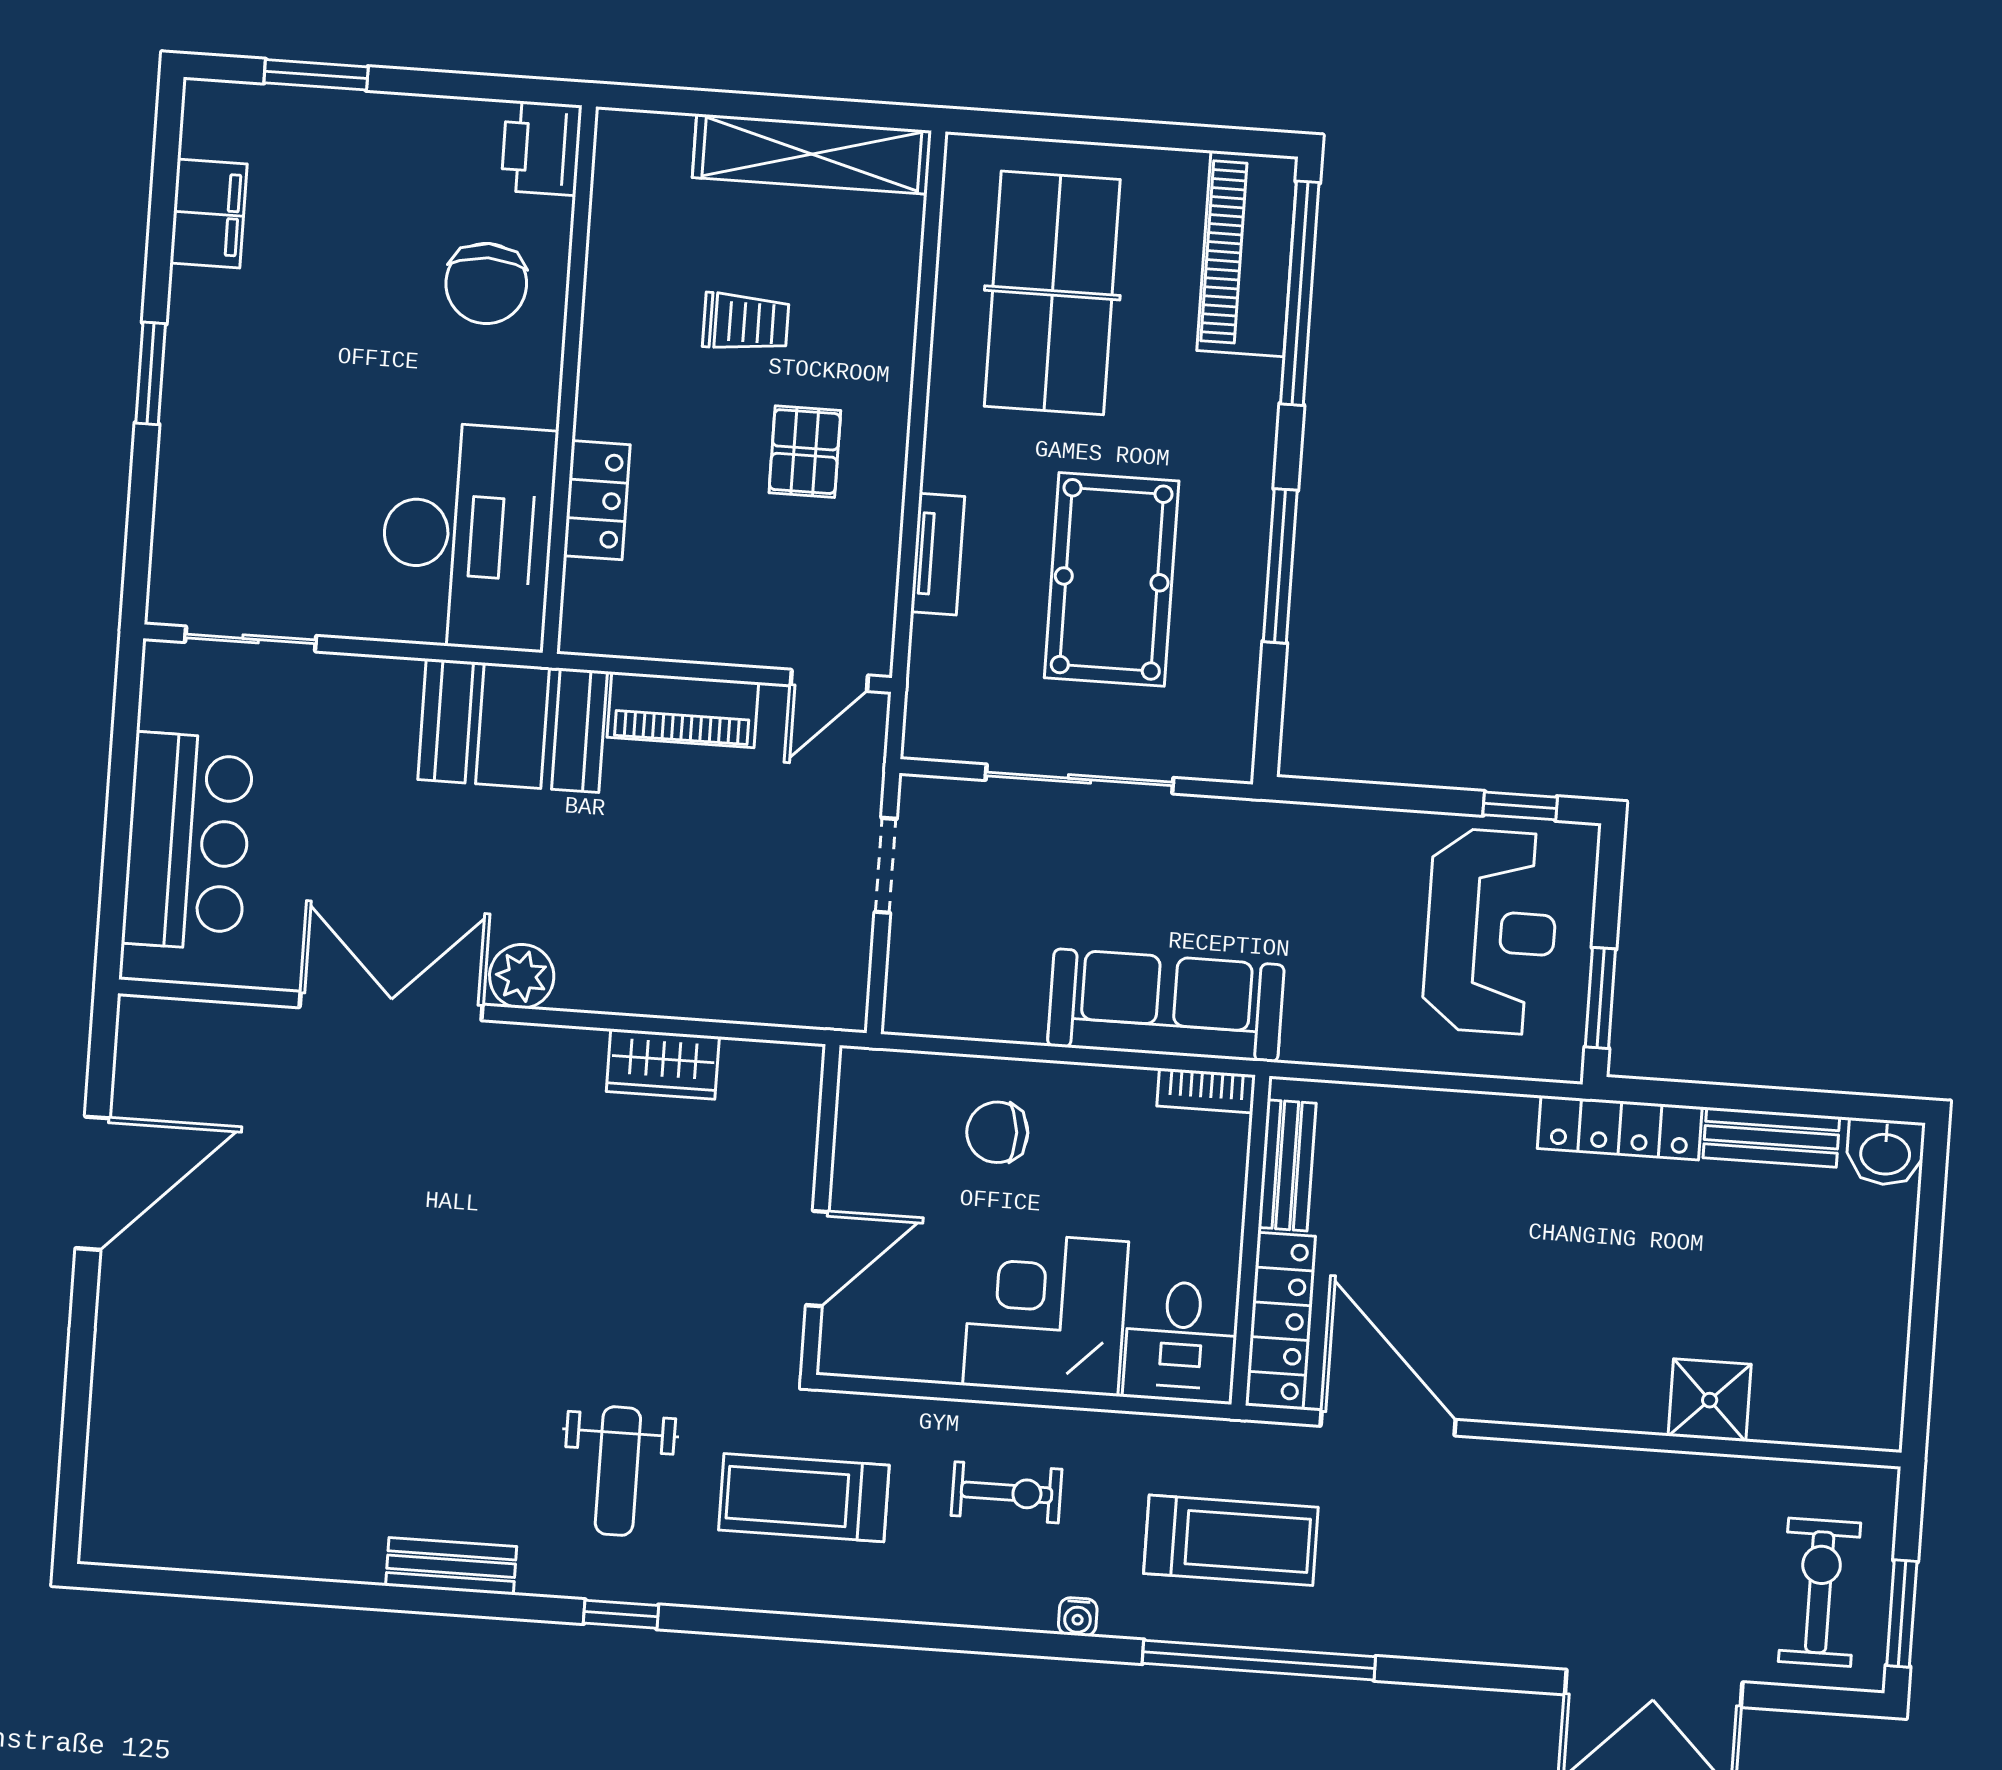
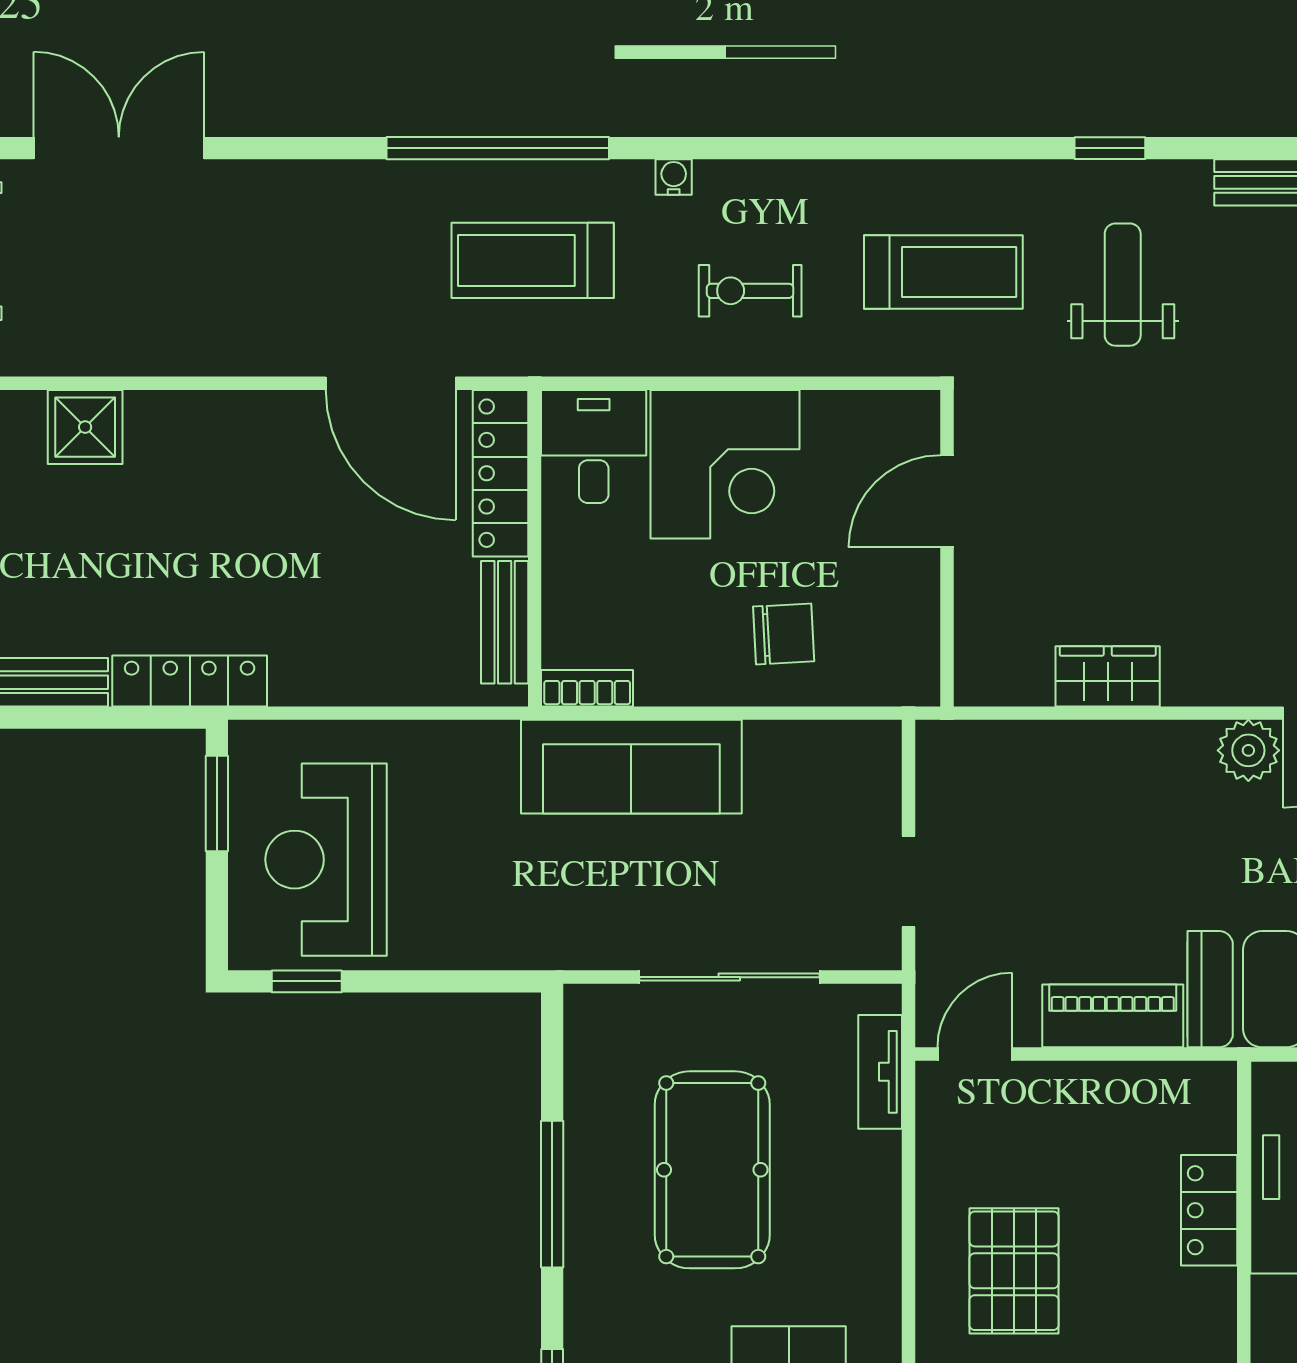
pallet: (805, 452) -> (1014, 1271), width x1.50, depth x1.42
tv unit: (938, 554) -> (880, 1072), moved

